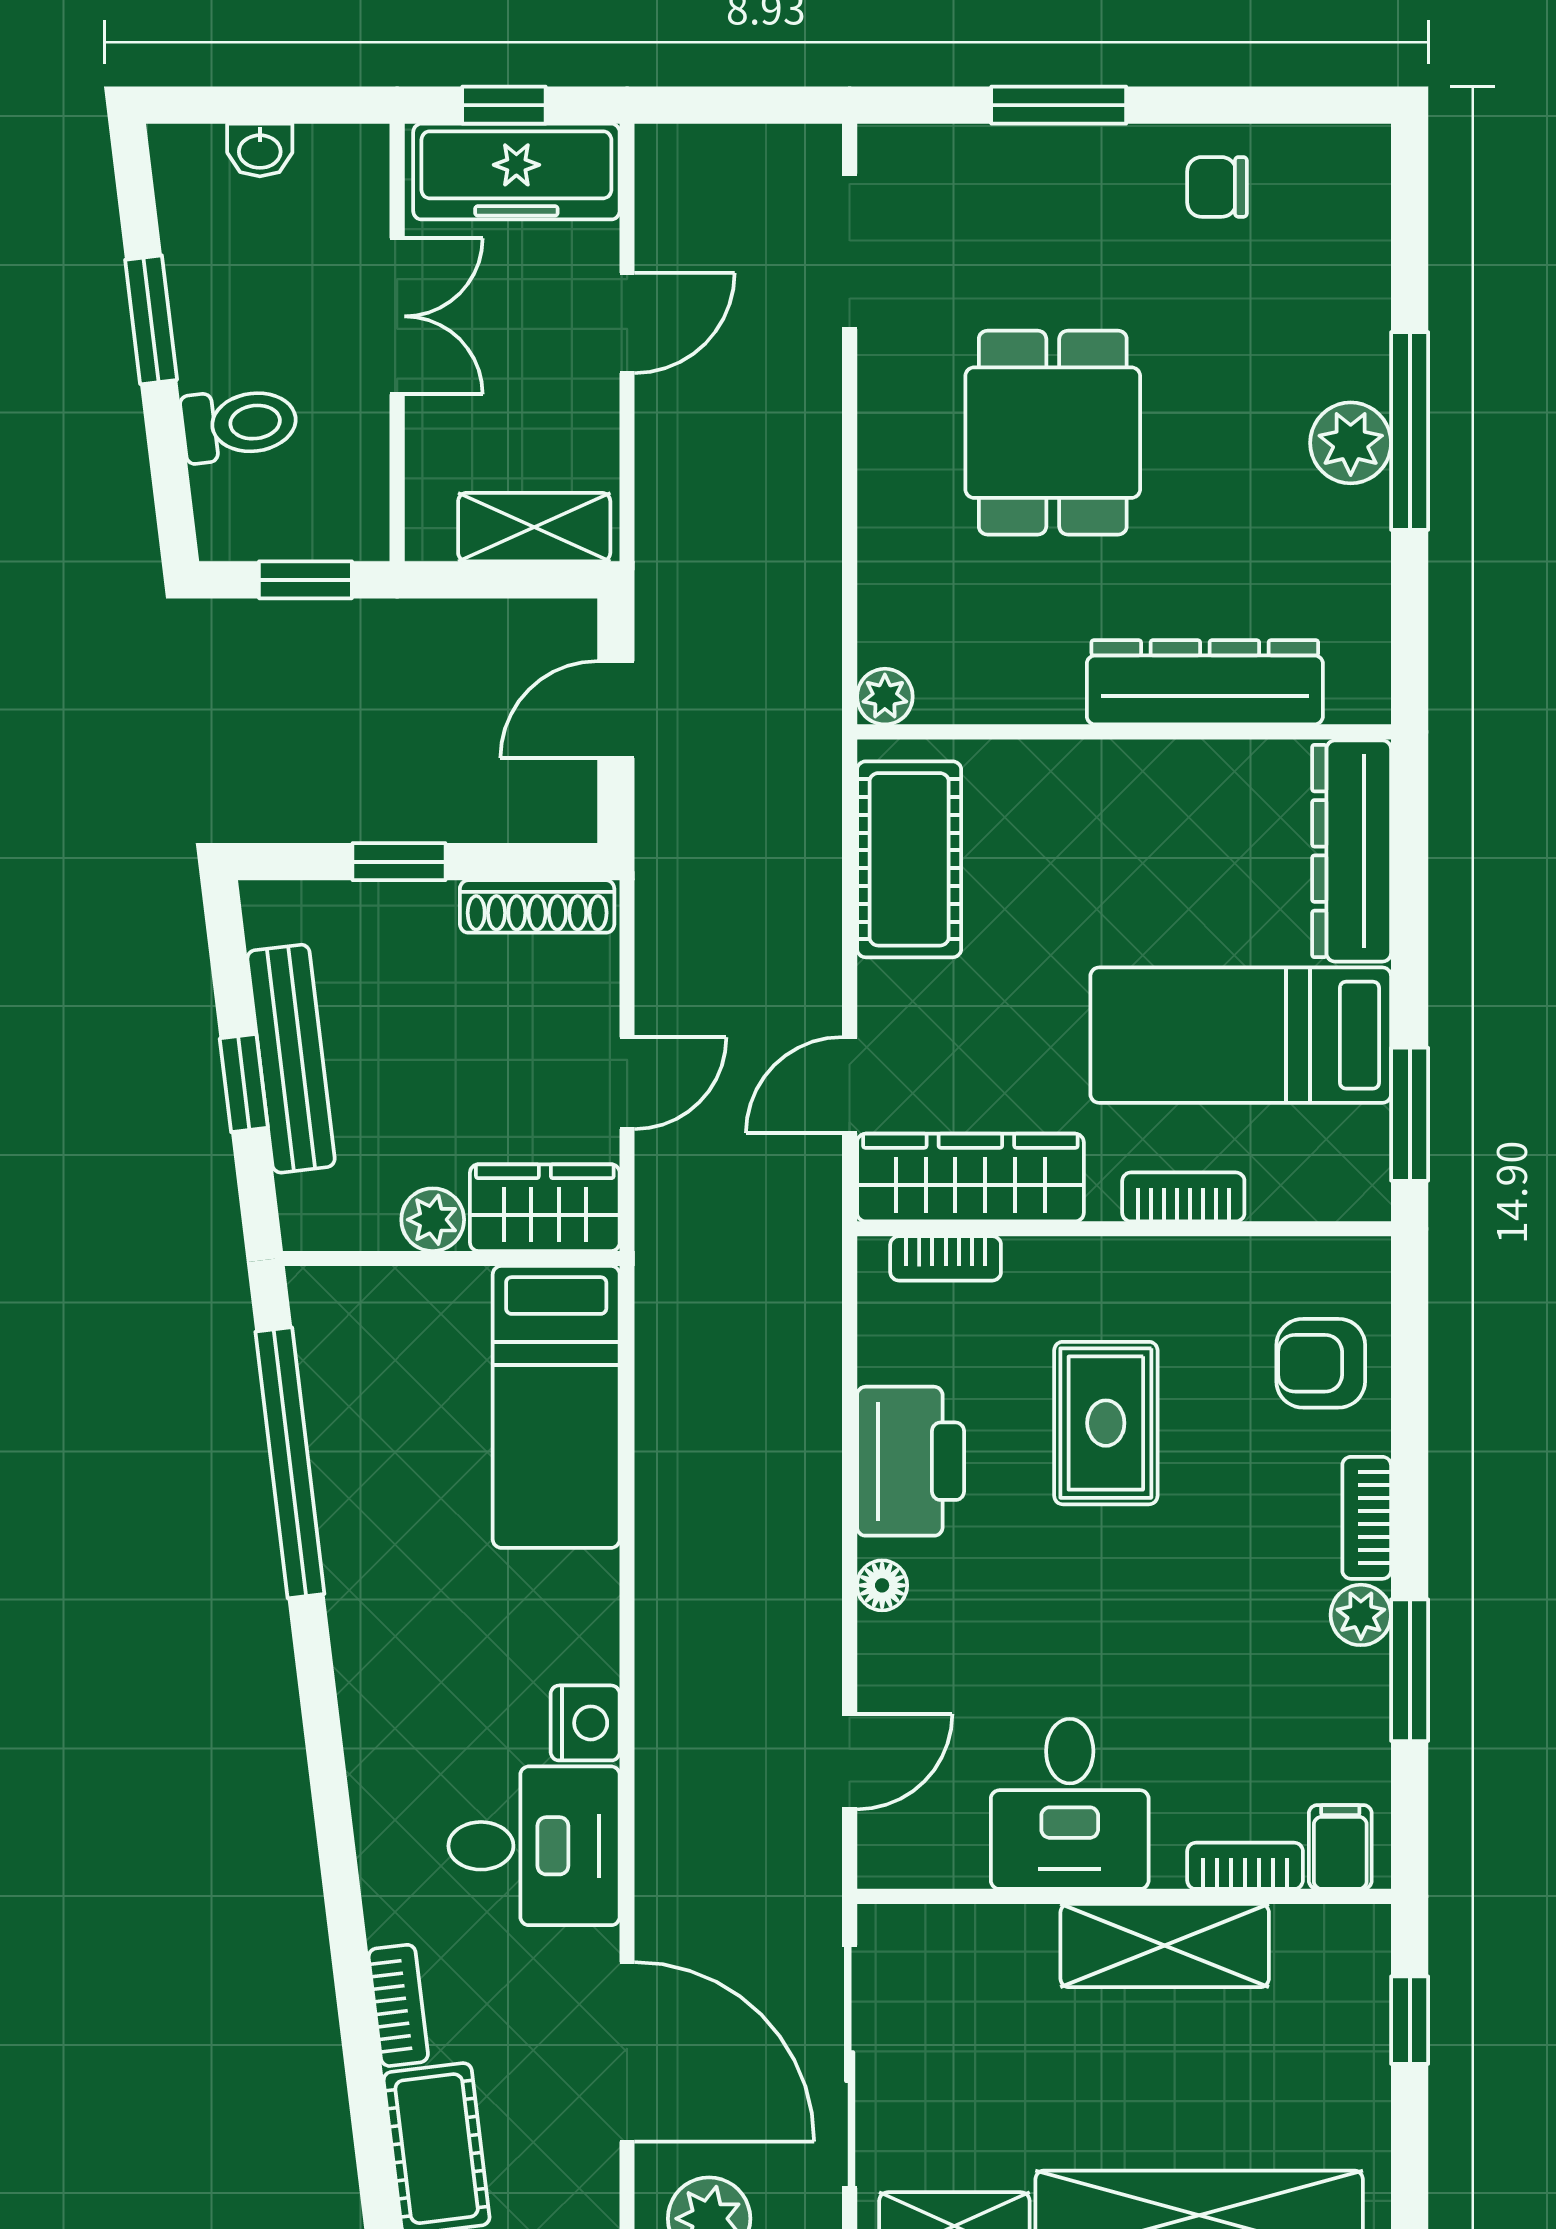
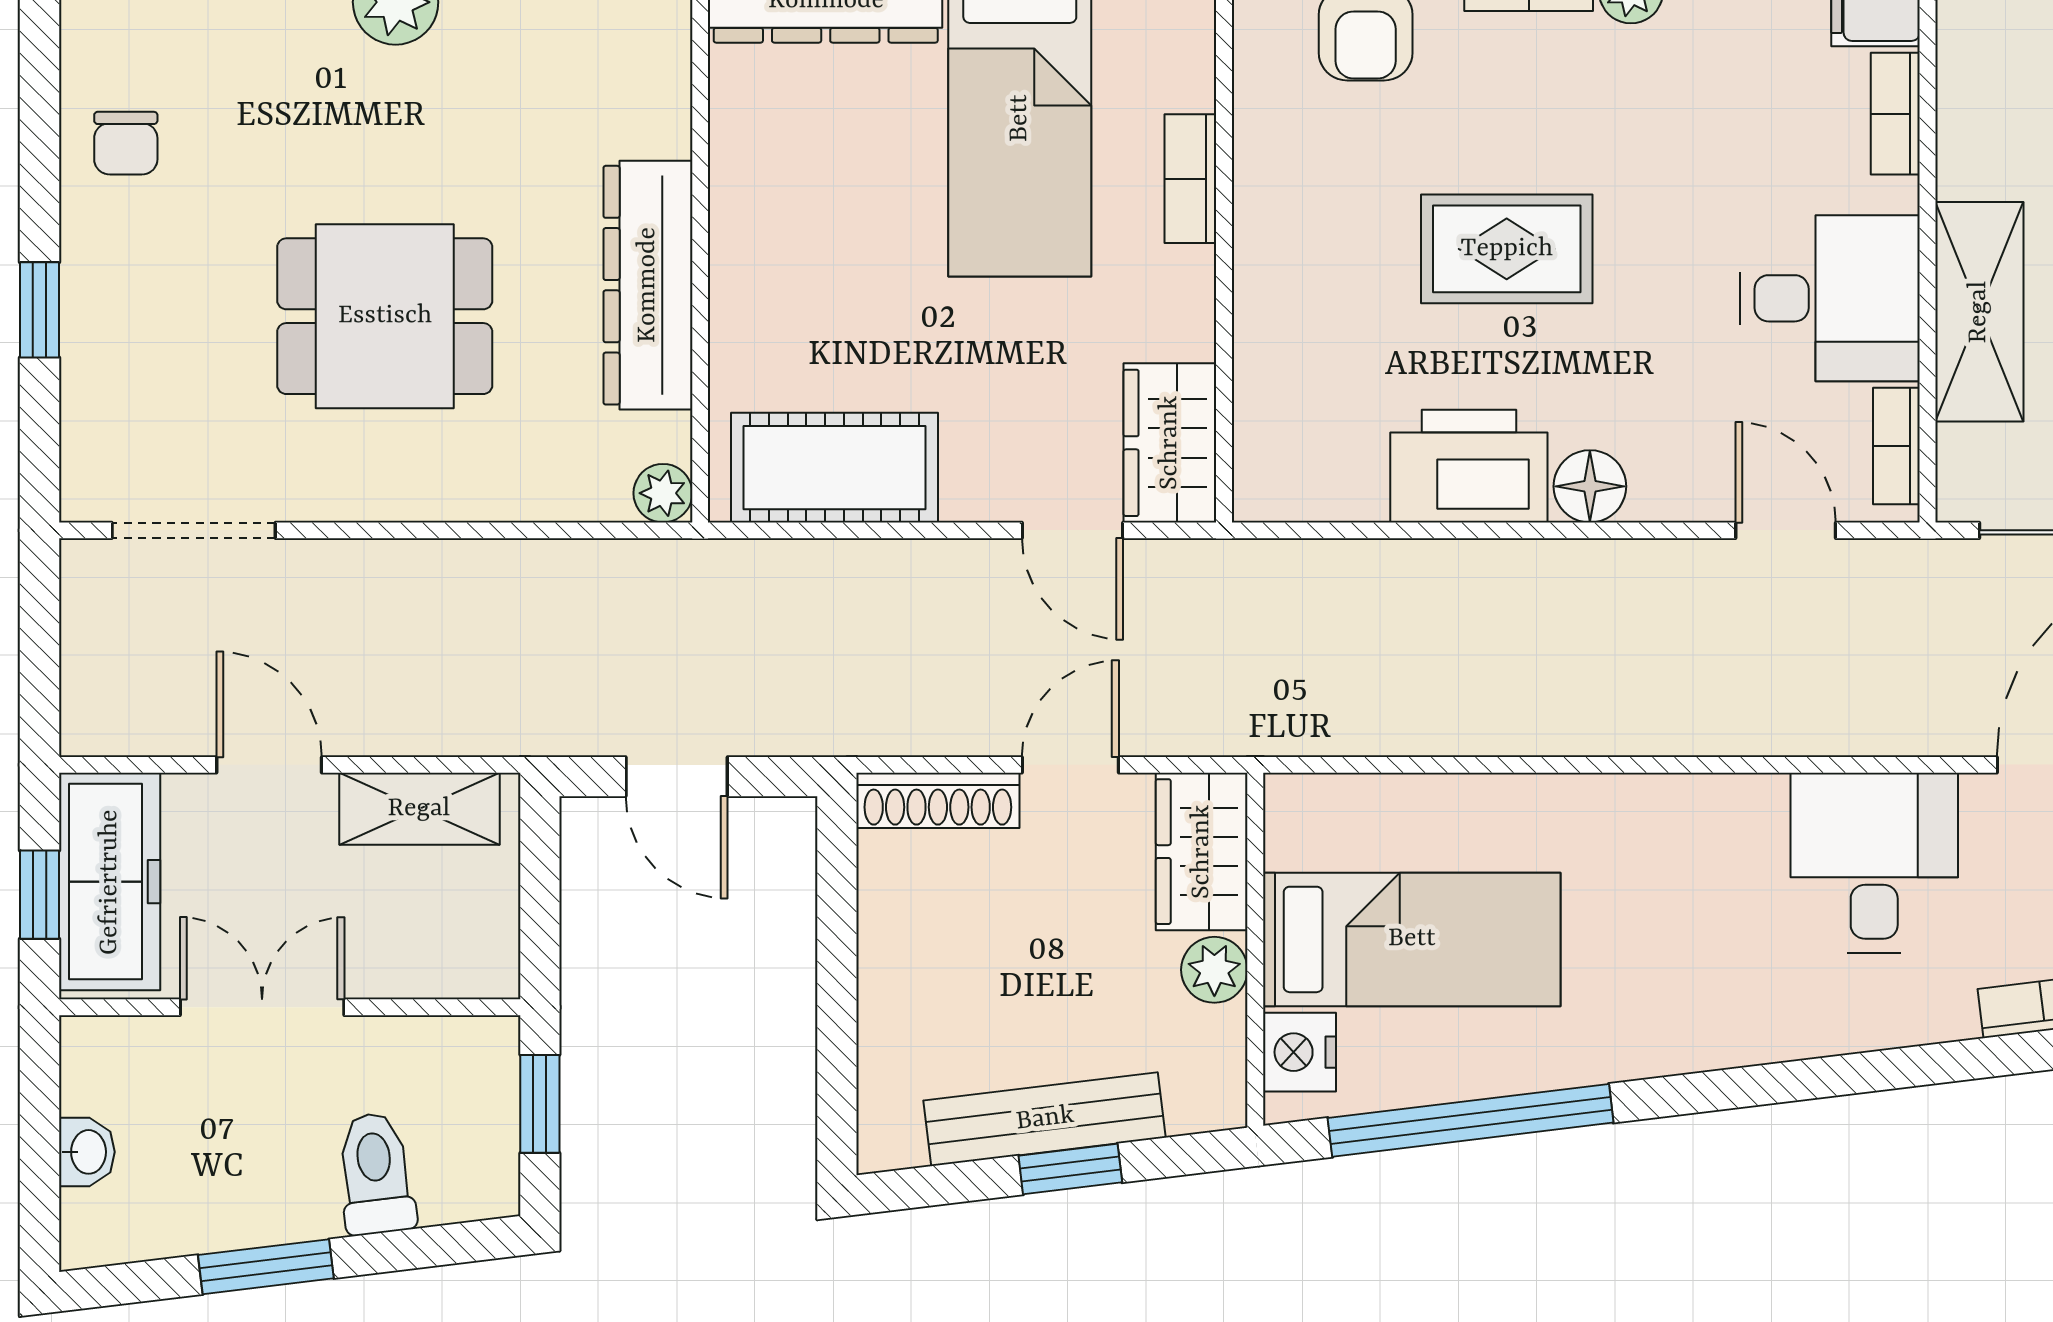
window: (1059, 105) -> (40, 310), width x0.67
shelving: (534, 527) -> (419, 809), moved, turned 90
dresser: (1205, 682) -> (648, 285), moved
window: (399, 862) -> (837, 1005), removed
shoe rack: (537, 906) -> (938, 800), moved, turned 90
door: (627, 1083) -> (1070, 765), hinge flipped
wardrobe: (970, 1178) -> (1170, 443), width x0.67
bookcase: (946, 1258) -> (1896, 446), moved, turned 180
bed: (556, 1407) -> (1412, 939), moved
rug: (1106, 1423) -> (1507, 249), moved
floor lamp: (882, 1585) -> (1590, 486), width x1.37, depth x1.37
nightstand: (585, 1723) -> (1299, 1052), moved, turned -90
shelving: (1165, 1945) -> (1979, 312), moved

